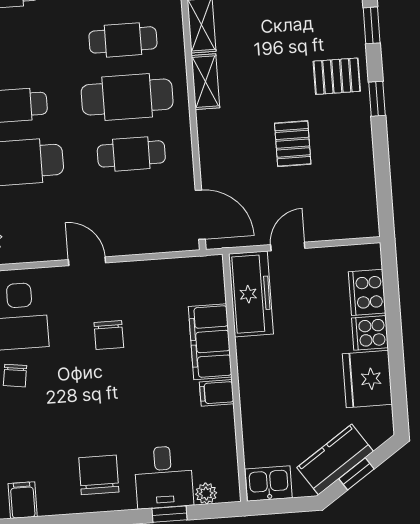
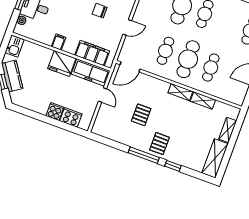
window: (377, 99) -> (144, 155), width x2.17
pallet: (293, 144) -> (141, 115), turned 90
door: (87, 261) -> (127, 27), moved
filing cabinet: (210, 342) -> (92, 53), moved
fridge: (367, 379) -> (62, 64), moved, turned 180

